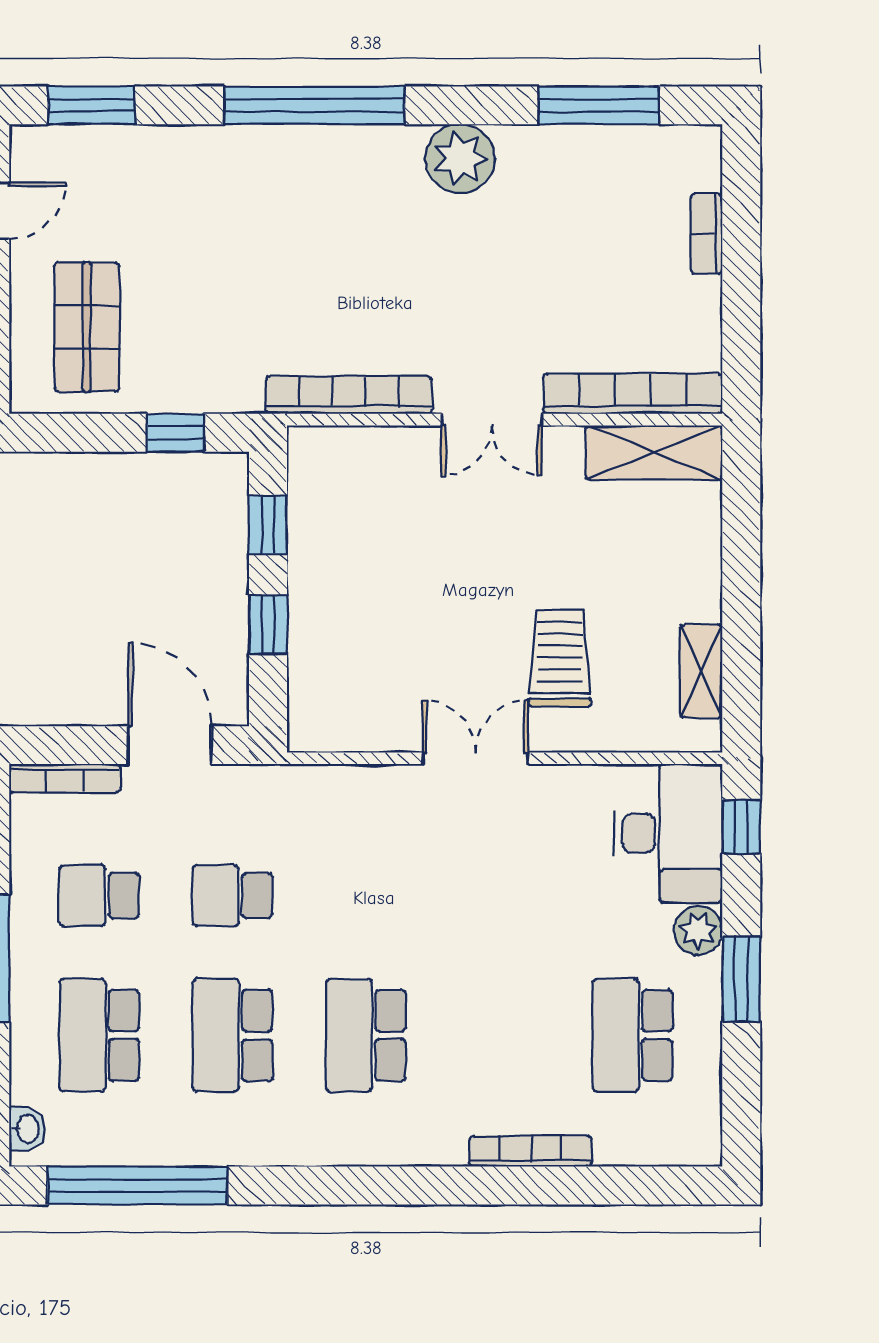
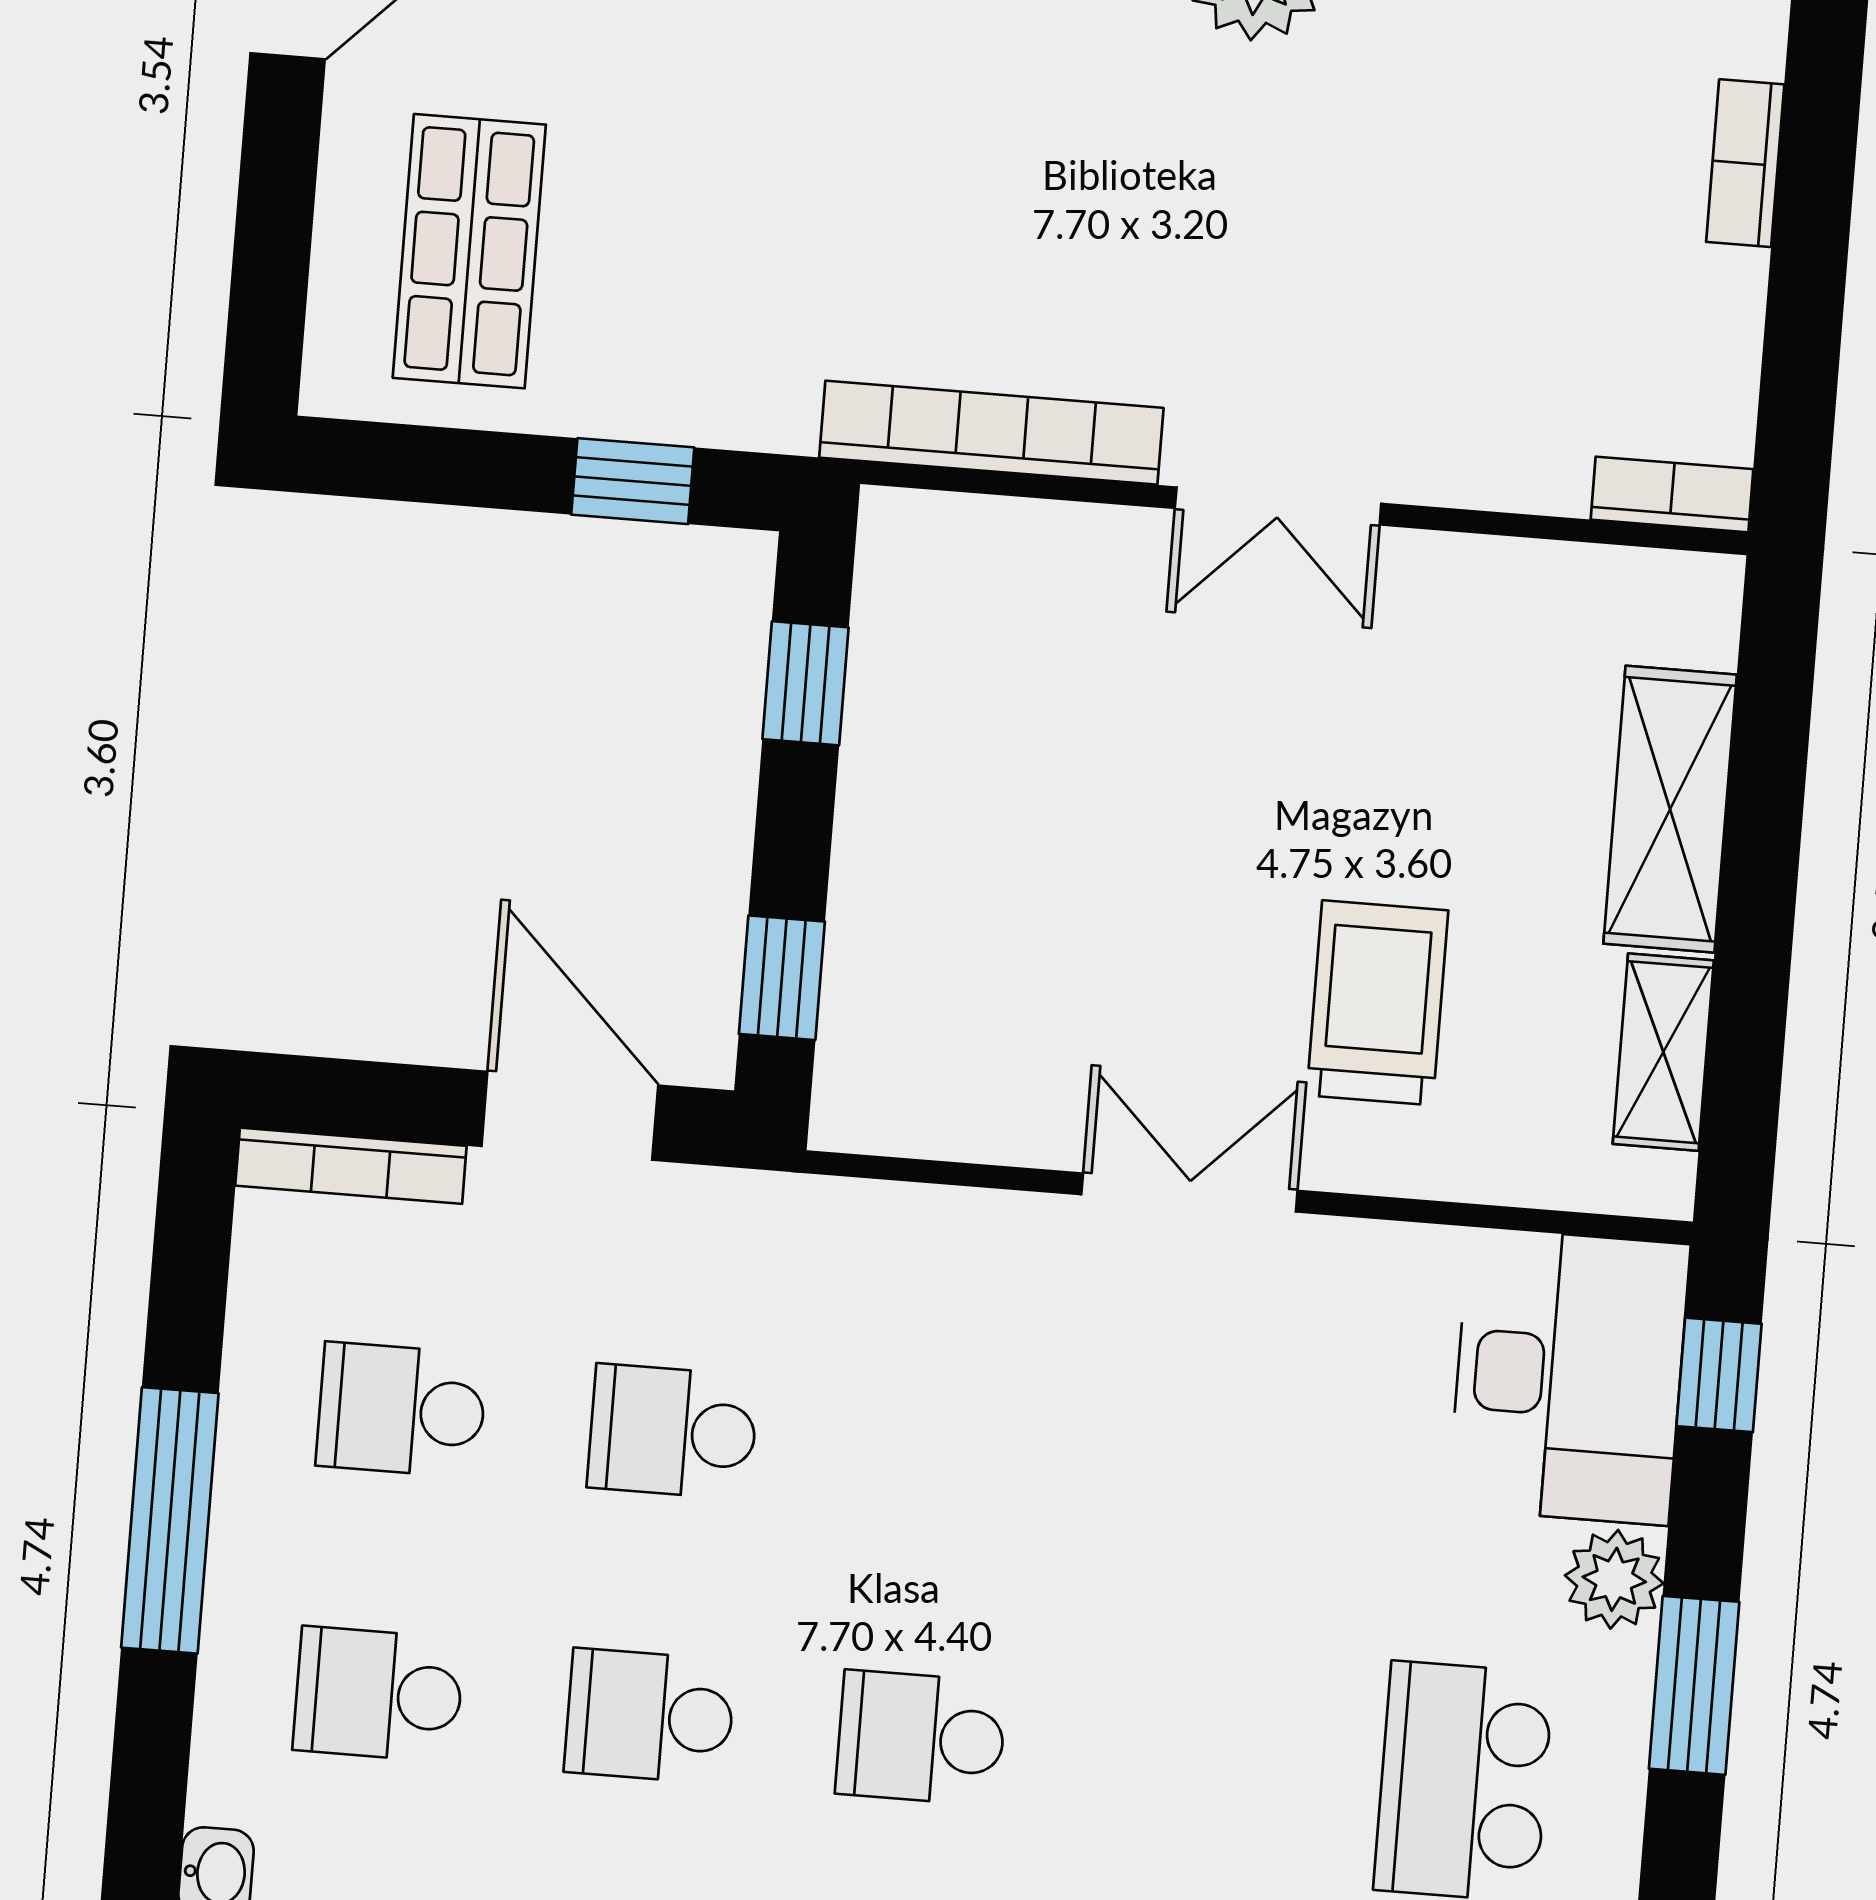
bookcase: (633, 394) -> (1672, 494), width x0.43, depth x0.76
shelving: (654, 453) -> (1670, 809), moved, turned 90
window: (268, 625) -> (782, 978), moved
school desk: (99, 1035) -> (379, 1694), width x0.54
school desk: (232, 1035) -> (650, 1716), width x0.54
school desk: (366, 1035) -> (921, 1738), width x0.54

